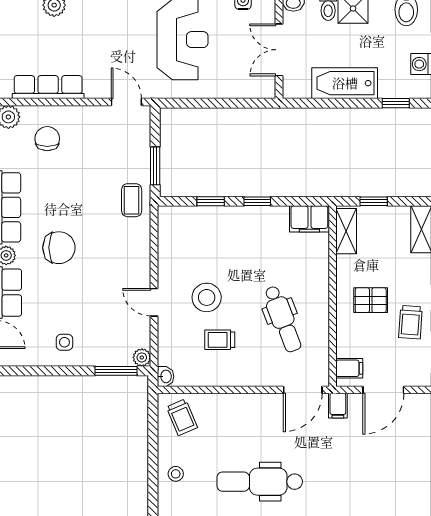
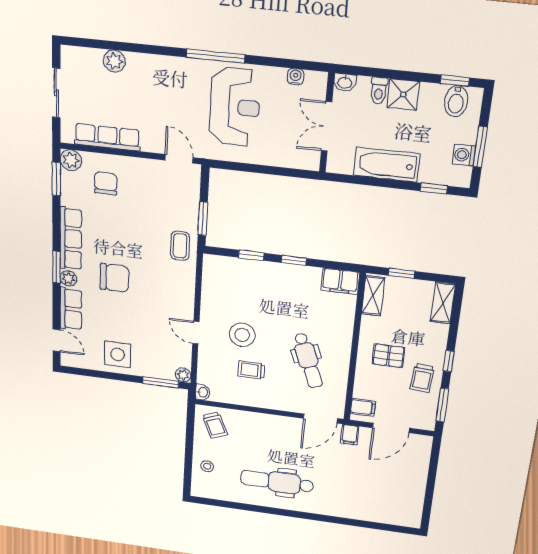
side table: (64, 342) -> (118, 354), width x1.87, depth x1.87

